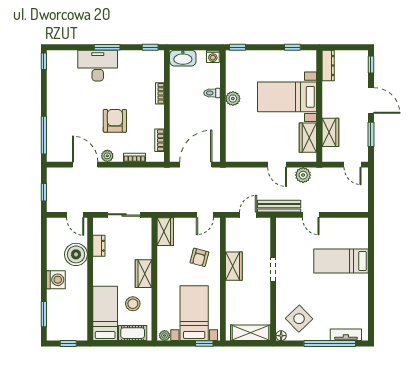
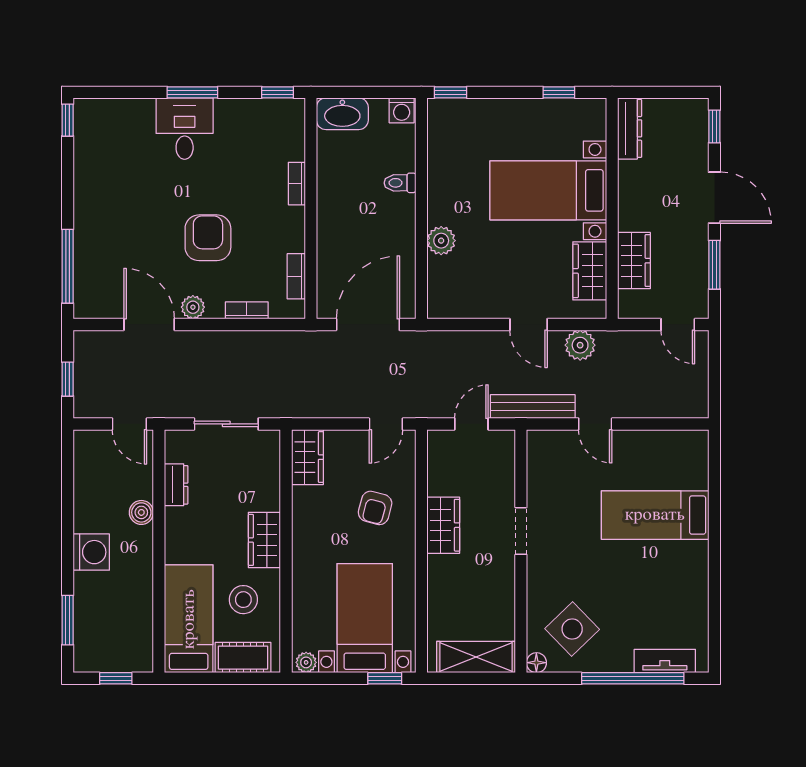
desk: (98, 66) -> (185, 129), width x0.73
plant: (233, 99) -> (441, 241), moved
boiler: (76, 254) -> (141, 512), width x0.54, depth x0.54

